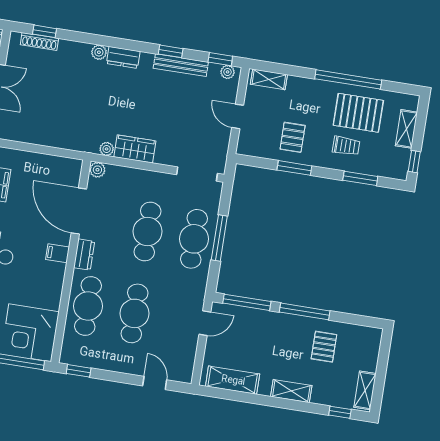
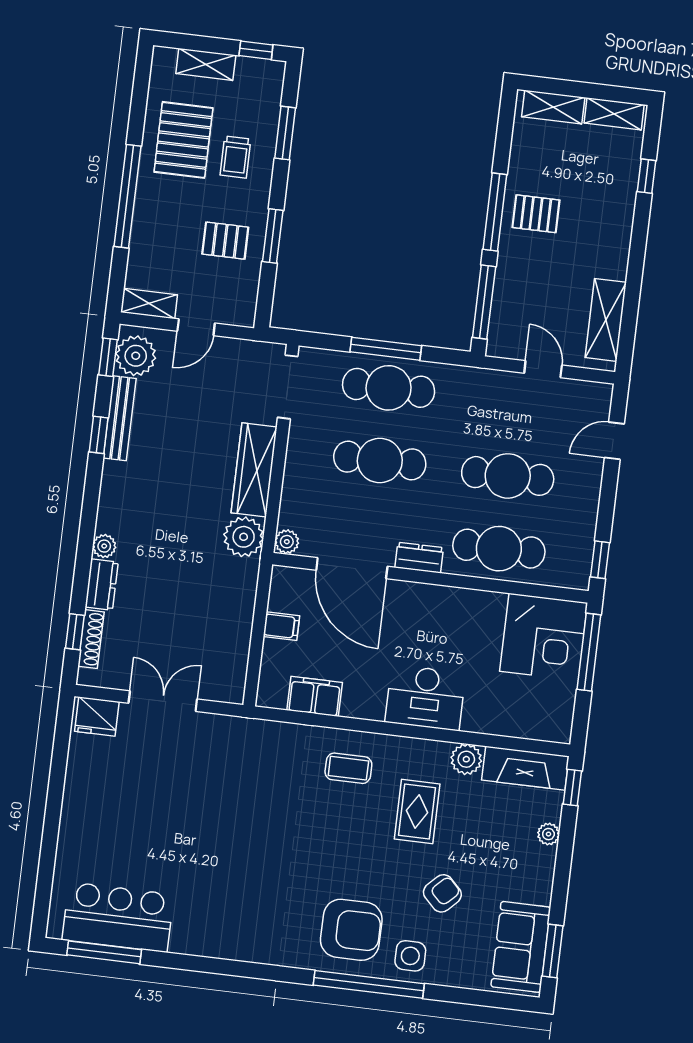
dresser: (123, 57) -> (102, 585), moved
plant: (228, 72) -> (136, 356), width x1.87, depth x1.87
shelving: (269, 79) -> (149, 303), moved, turned 90
window: (348, 79) -> (128, 196), moved
trolley: (346, 146) -> (235, 157), turned 180
plant: (107, 149) -> (244, 537), width x1.88, depth x1.88
wardrobe: (135, 149) -> (254, 470), width x1.50
door: (79, 211) -> (352, 568), hinge flipped
filing cabinet: (57, 253) -> (281, 626), moved, turned -90
door: (205, 323) -> (543, 369), moved
pallet: (324, 347) -> (536, 214), moved
shelving: (291, 391) -> (553, 107), moved, turned 90
window: (340, 412) -> (646, 176), moved

